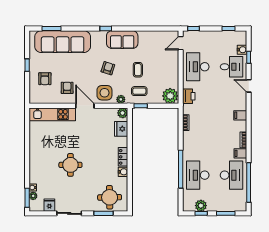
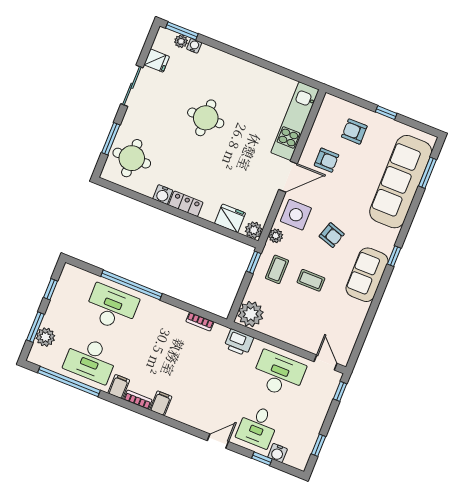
filing cabinet: (240, 115) -> (161, 403), moved
plant: (201, 206) -> (45, 337), moved

